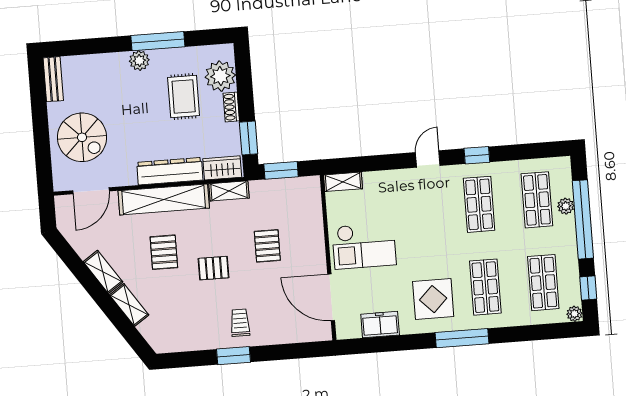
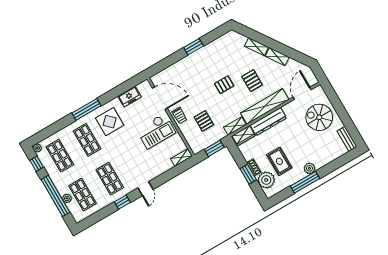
window: (249, 138) -> (248, 174), moved
pallet: (267, 246) -> (204, 121), moved
checkout: (364, 246) -> (156, 131), turned 180
trolley: (240, 323) -> (179, 116), moved

